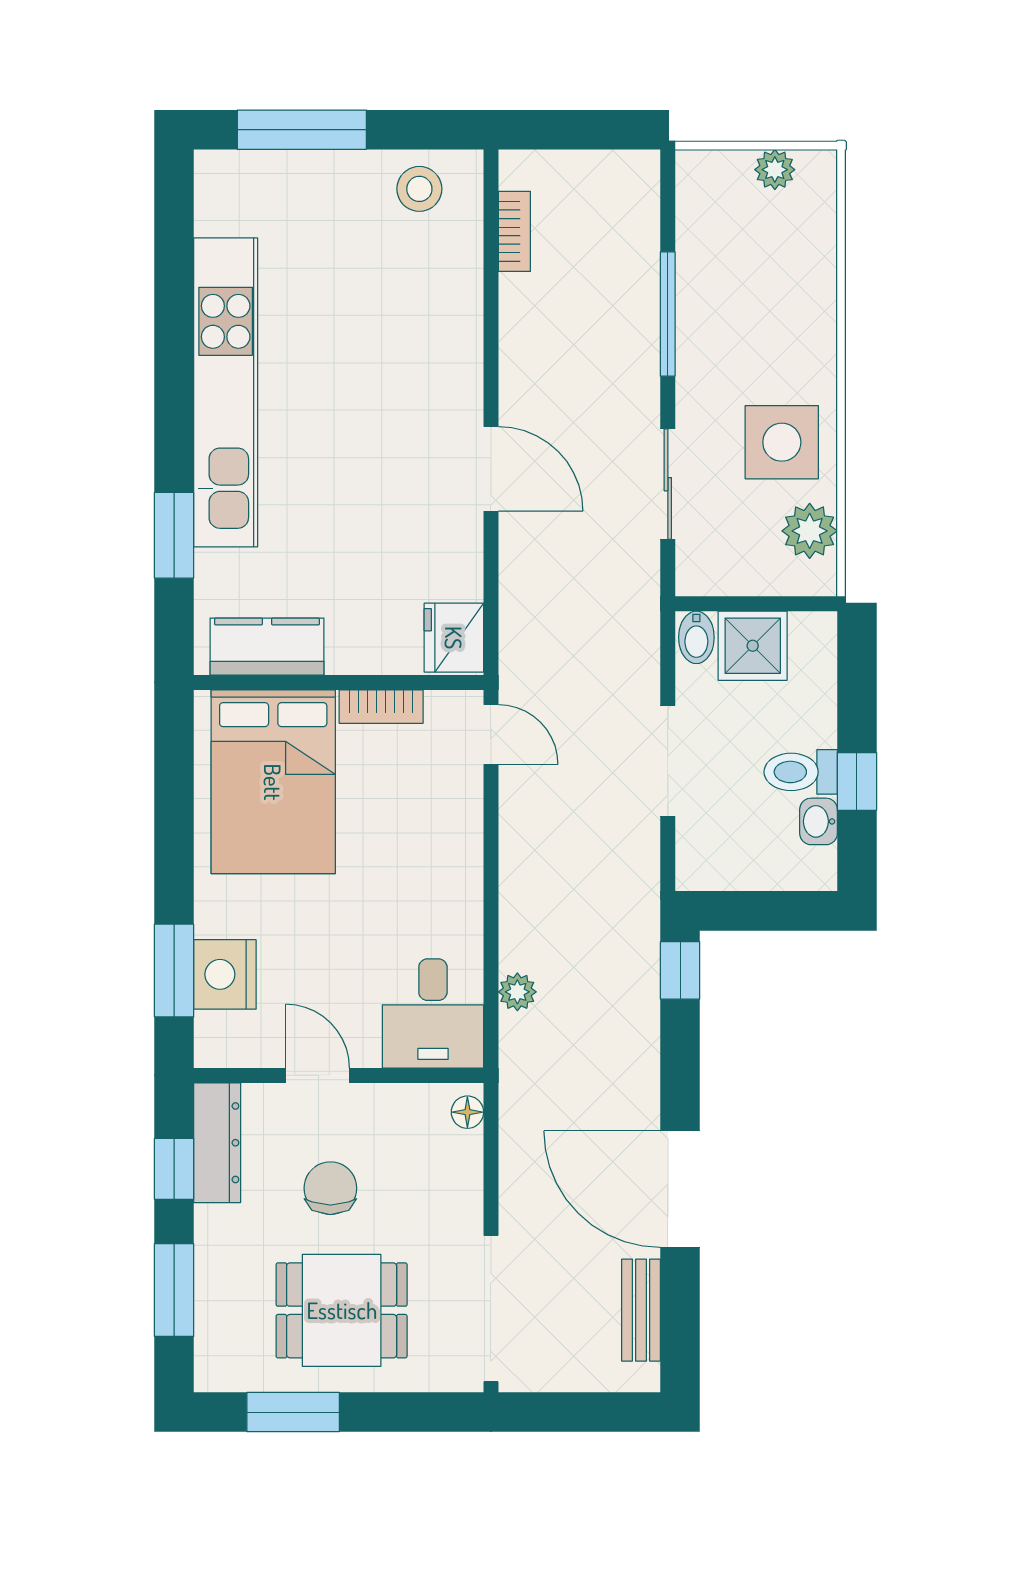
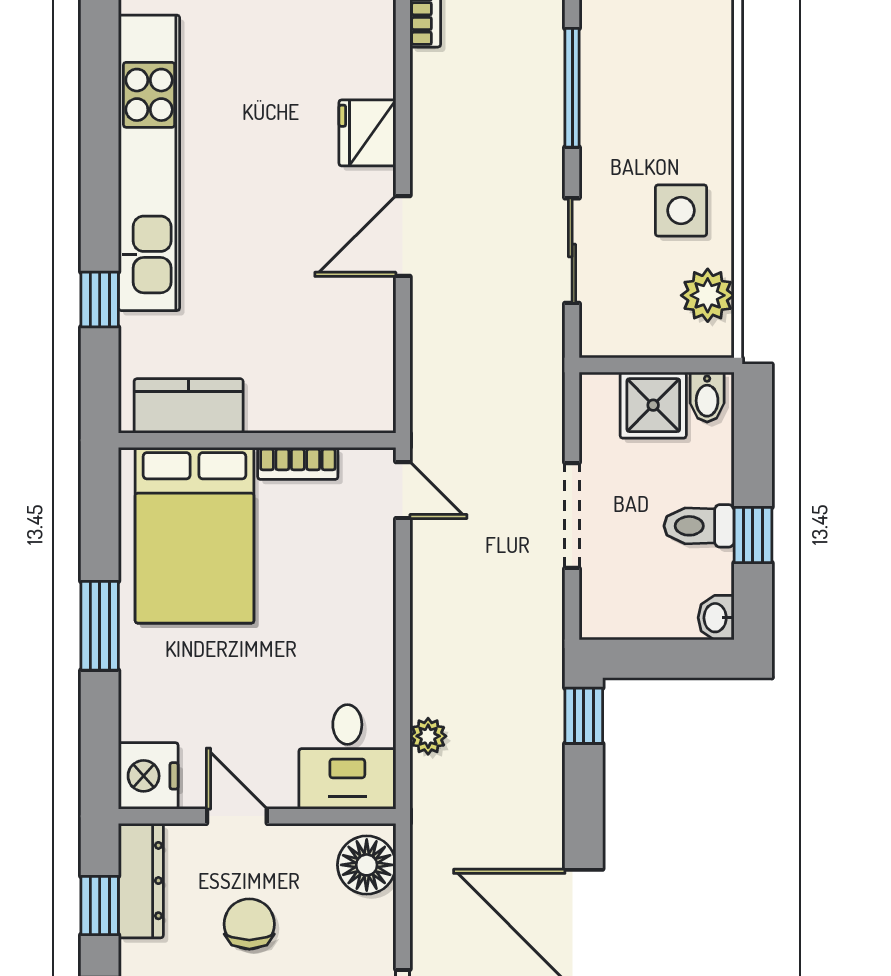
side table: (782, 442) -> (681, 210), width x0.73, depth x0.73
door: (491, 469) -> (403, 236), swing flipped
window: (174, 535) -> (100, 299), width x0.67
bidet: (696, 637) -> (707, 397), moved
fridge: (454, 638) -> (367, 133), moved
washbasin: (819, 821) -> (716, 618), moved
window: (174, 971) -> (100, 626), moved
nightstand: (225, 974) -> (148, 776), moved
floor lamp: (467, 1112) -> (367, 865), width x1.89, depth x1.89

